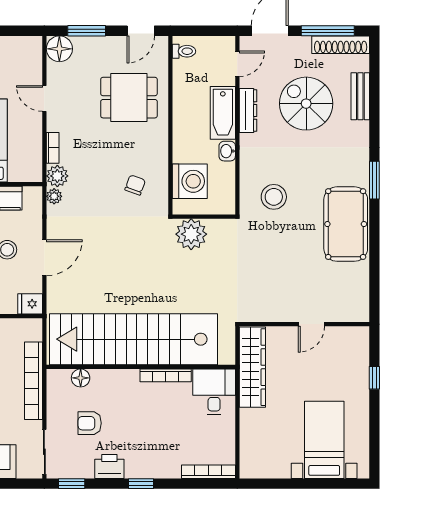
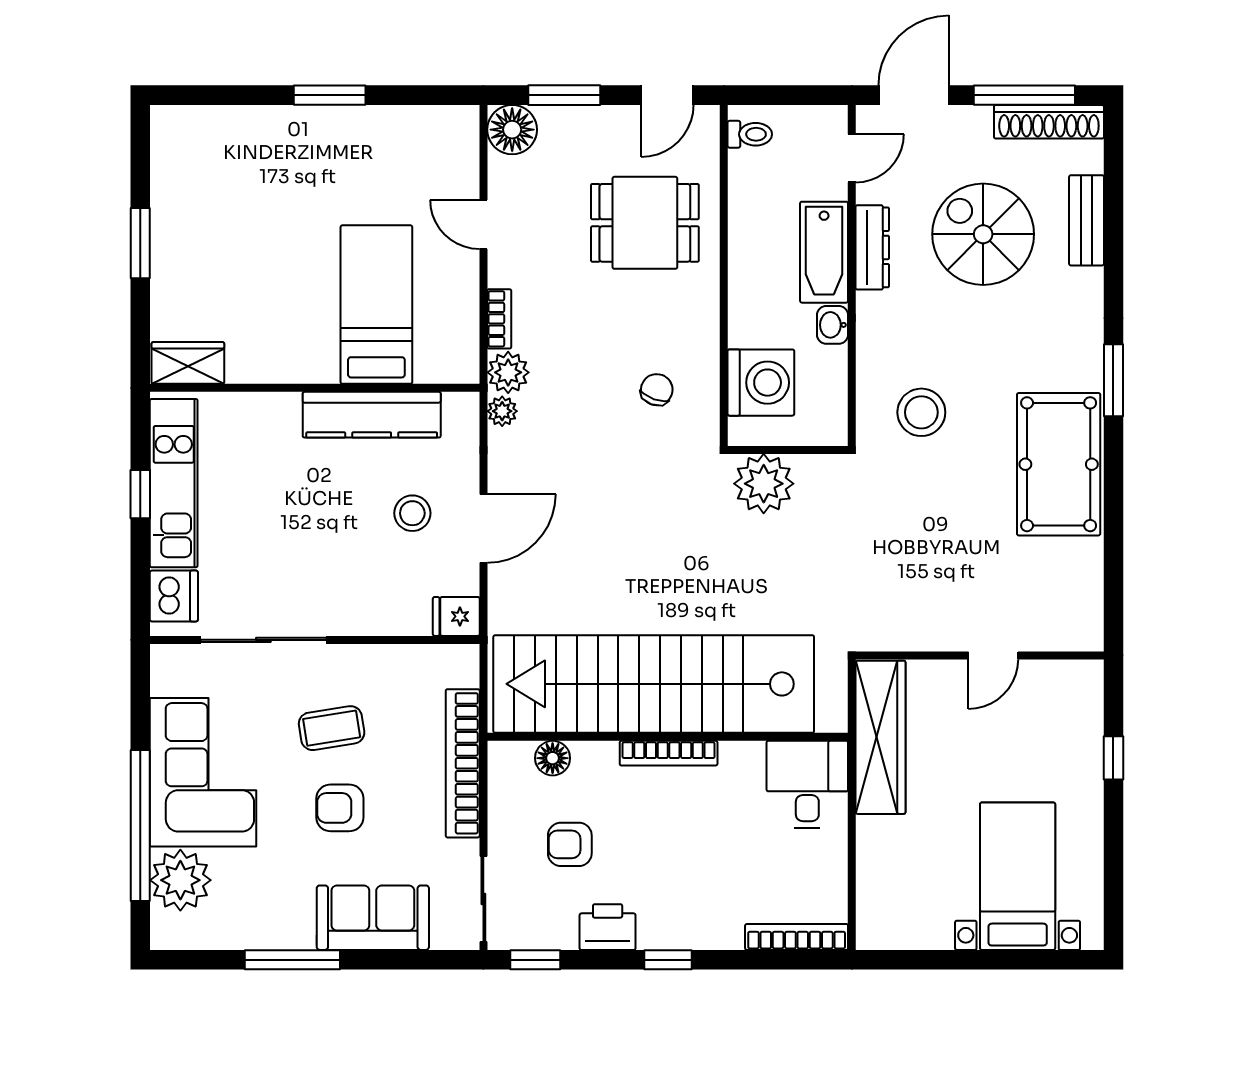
bookcase: (166, 375) -> (669, 753), moved

